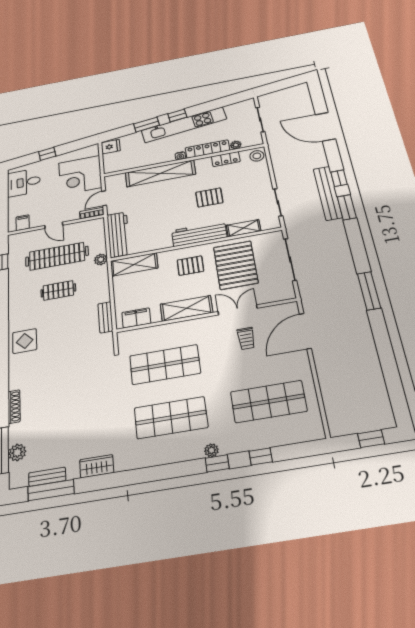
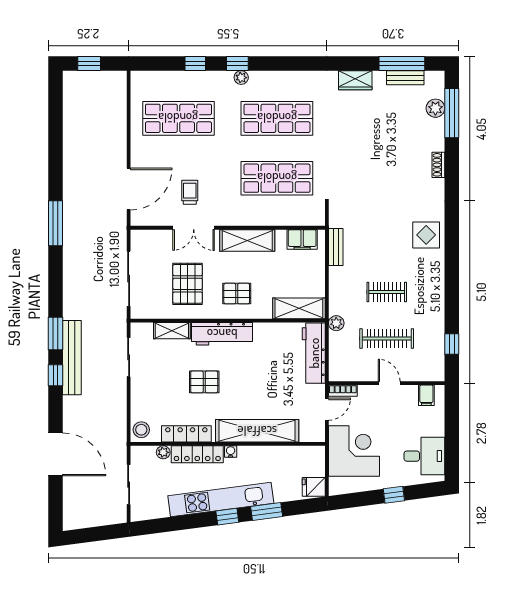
locker: (226, 159) -> (186, 434), width x1.53
clothes rail: (57, 256) -> (387, 338), width x0.73, depth x0.76
pallet: (236, 265) -> (188, 284), width x0.73, depth x0.71
shoe rack: (14, 407) -> (438, 165), width x0.70

